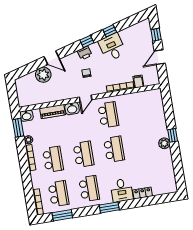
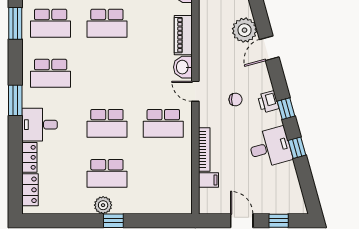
school desk: (83, 154) -> (107, 173), moved
locker: (162, 189) -> (30, 190), added

